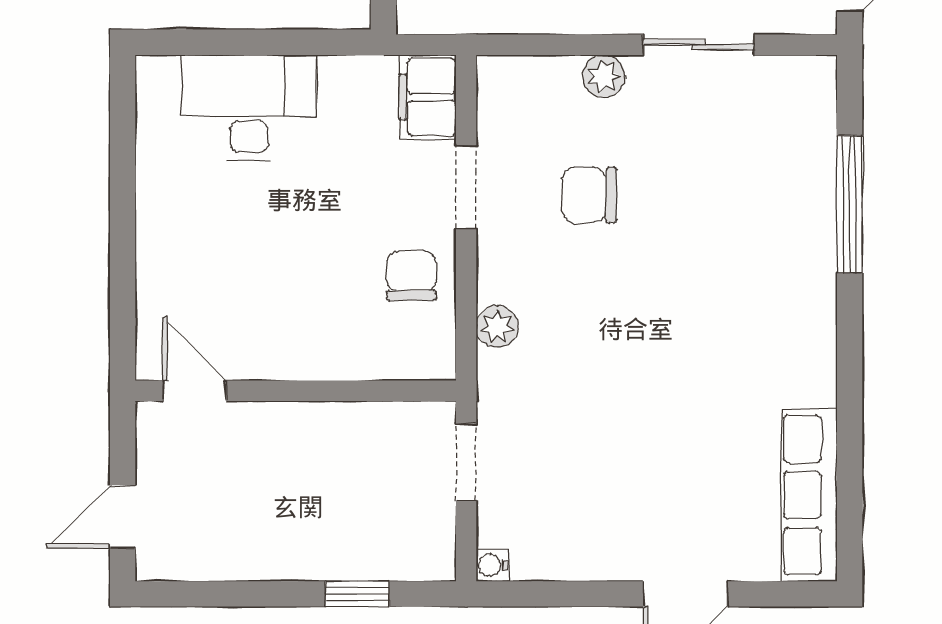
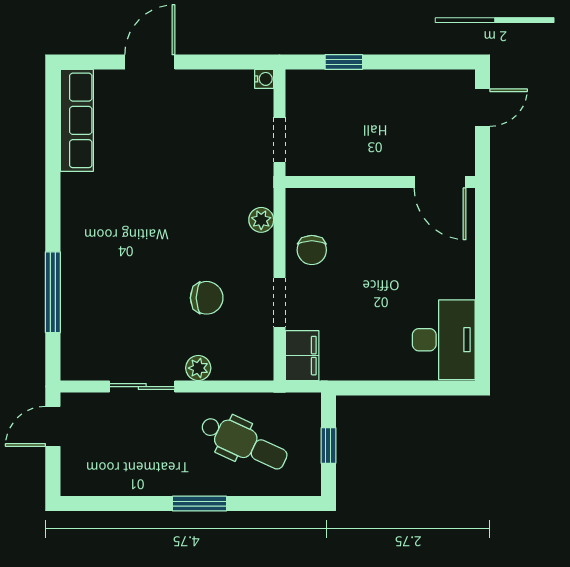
desk: (249, 108) -> (444, 340), moved, turned -90
door: (194, 391) -> (440, 182), width x1.38

